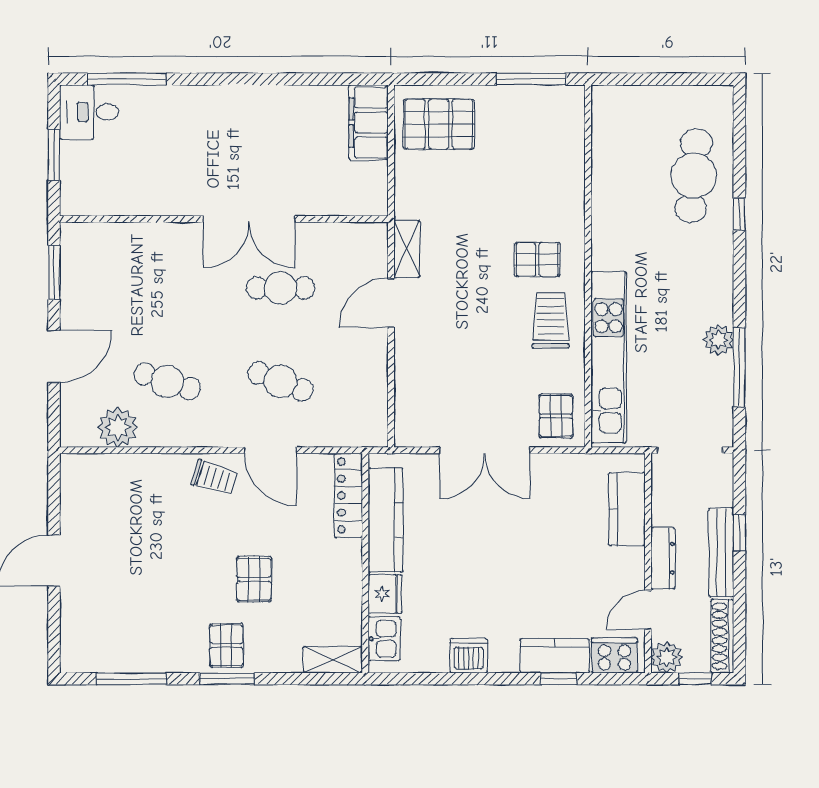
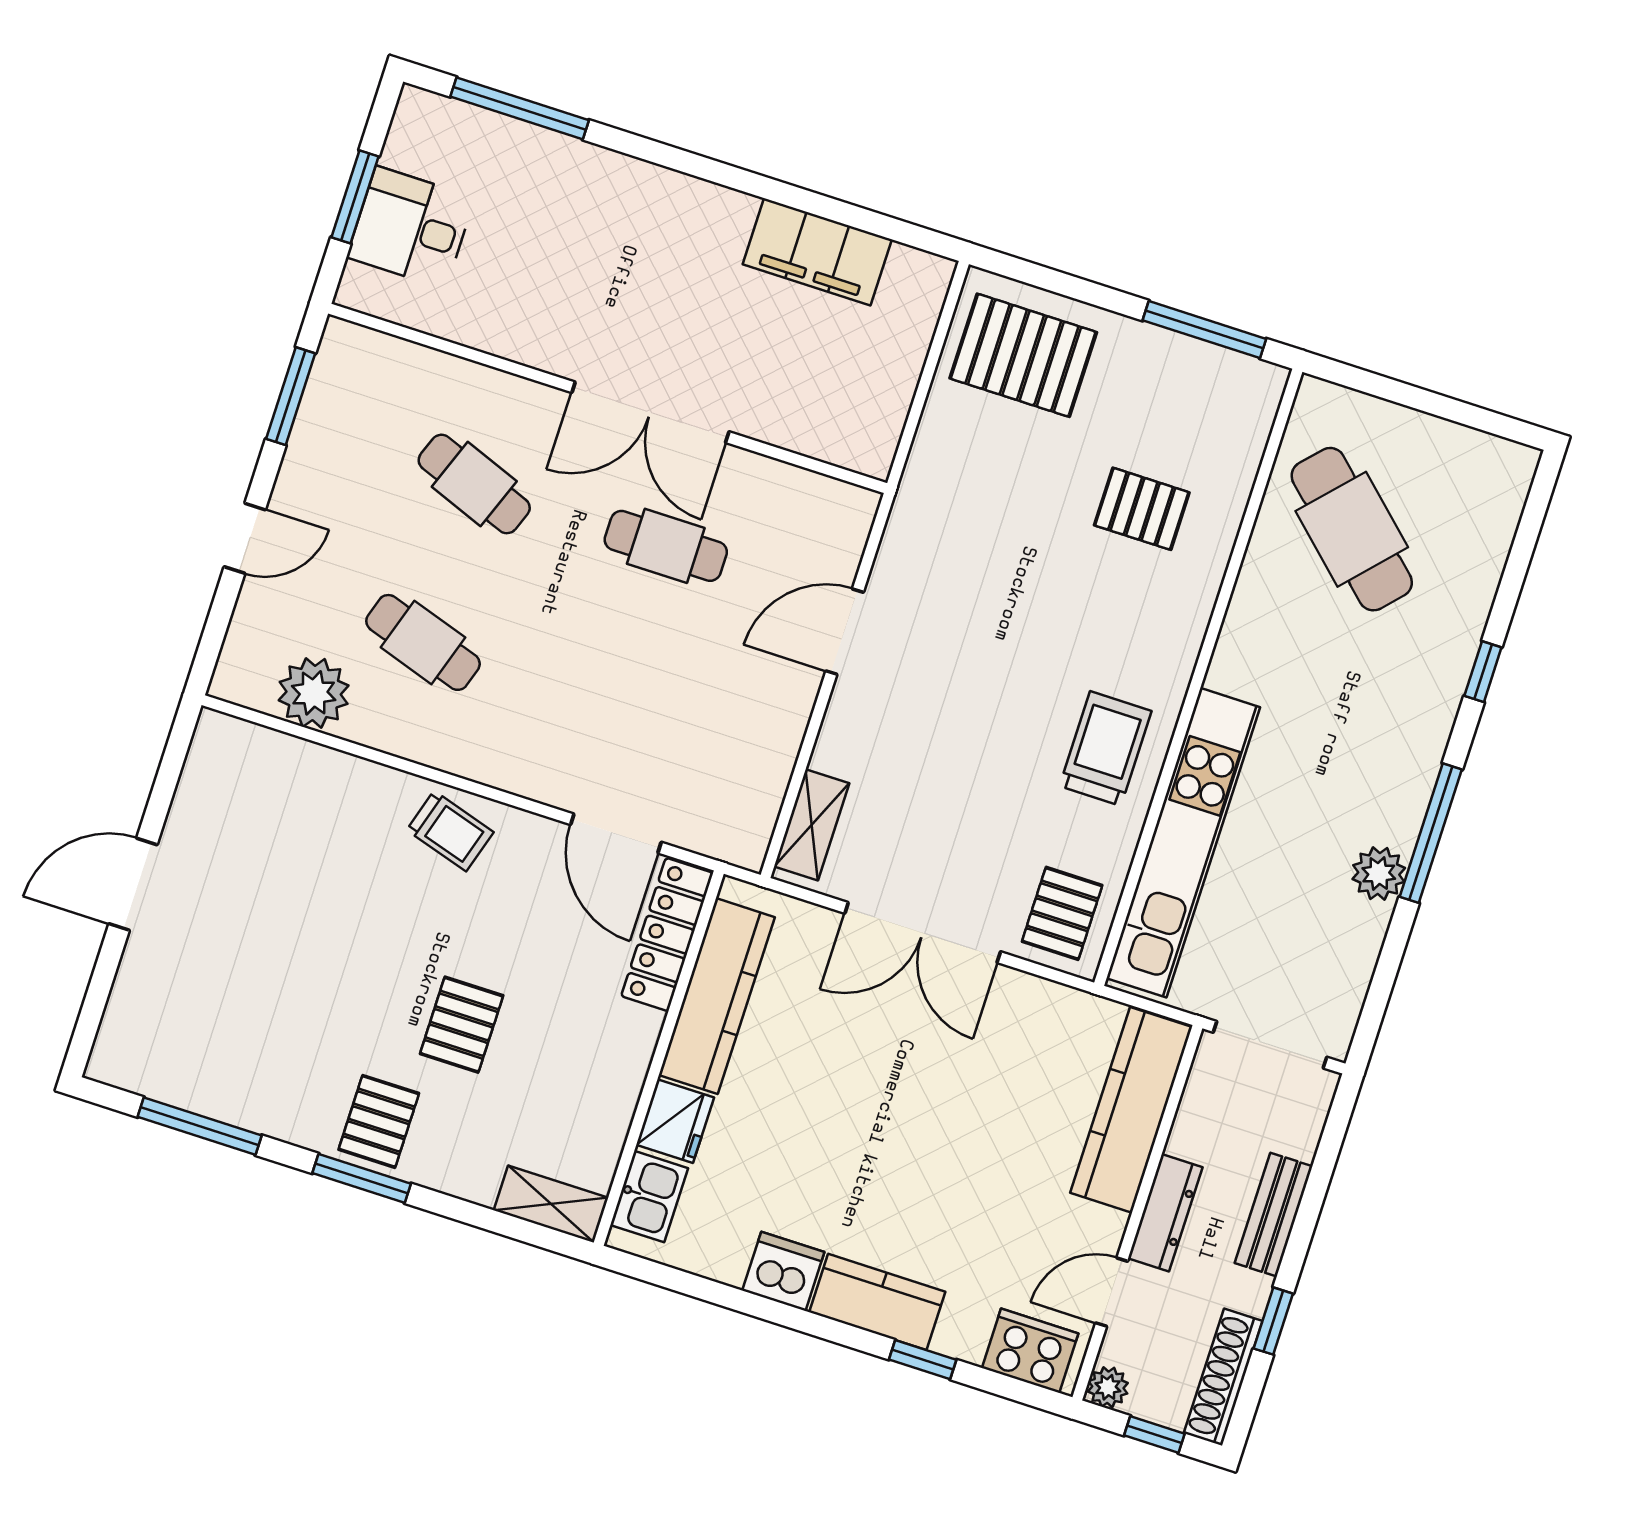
desk: (89, 112) -> (411, 227), moved
filing cabinet: (369, 123) -> (817, 252), moved, turned -90
cafe table: (694, 176) -> (1352, 529), moved, turned -52
shelving: (407, 249) -> (812, 825), moved
pallet: (537, 260) -> (1142, 509), moved
door: (54, 356) -> (245, 538), width x0.73
window: (739, 367) -> (1431, 833), moved
cafe table: (280, 381) -> (474, 484), moved
door: (271, 450) -> (616, 833), moved
kitchen counter: (627, 509) -> (1131, 1110), width x1.50
window: (739, 533) -> (1273, 1321), moved
bench: (721, 552) -> (1274, 1215), width x0.73
kitchen counter: (555, 656) -> (877, 1302), moved
plant: (667, 657) -> (1108, 1387), width x0.73, depth x0.73

